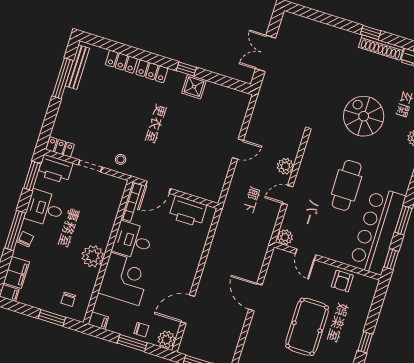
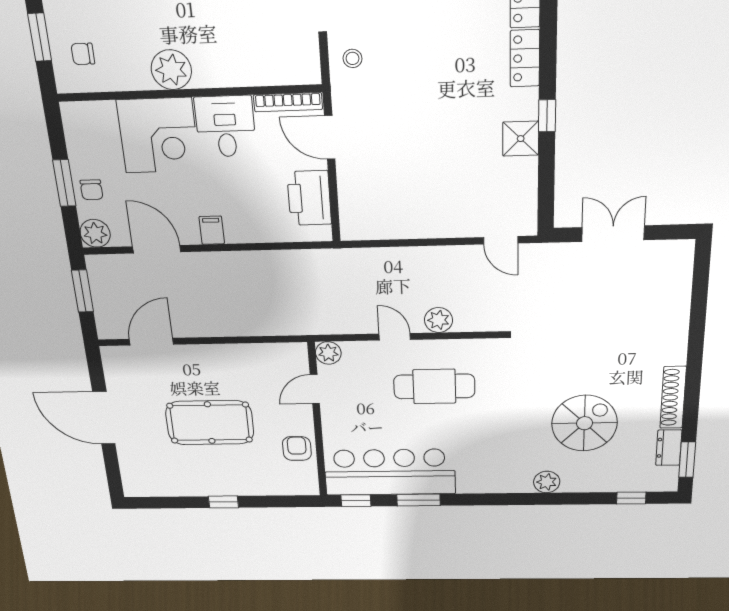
window: (371, 33) -> (693, 376), removed
spiral stairs: (364, 116) -> (585, 423), moved
door: (238, 149) -> (501, 240), moved
cafe table: (347, 185) -> (434, 386), moved
armchair: (342, 281) -> (297, 448), turned 90
door: (255, 297) -> (151, 342), moved
filing cabinet: (98, 321) -> (212, 230), moved, turned 180

